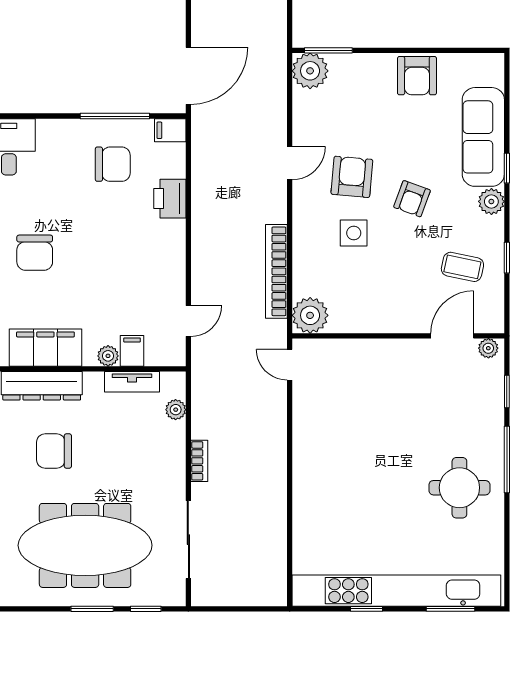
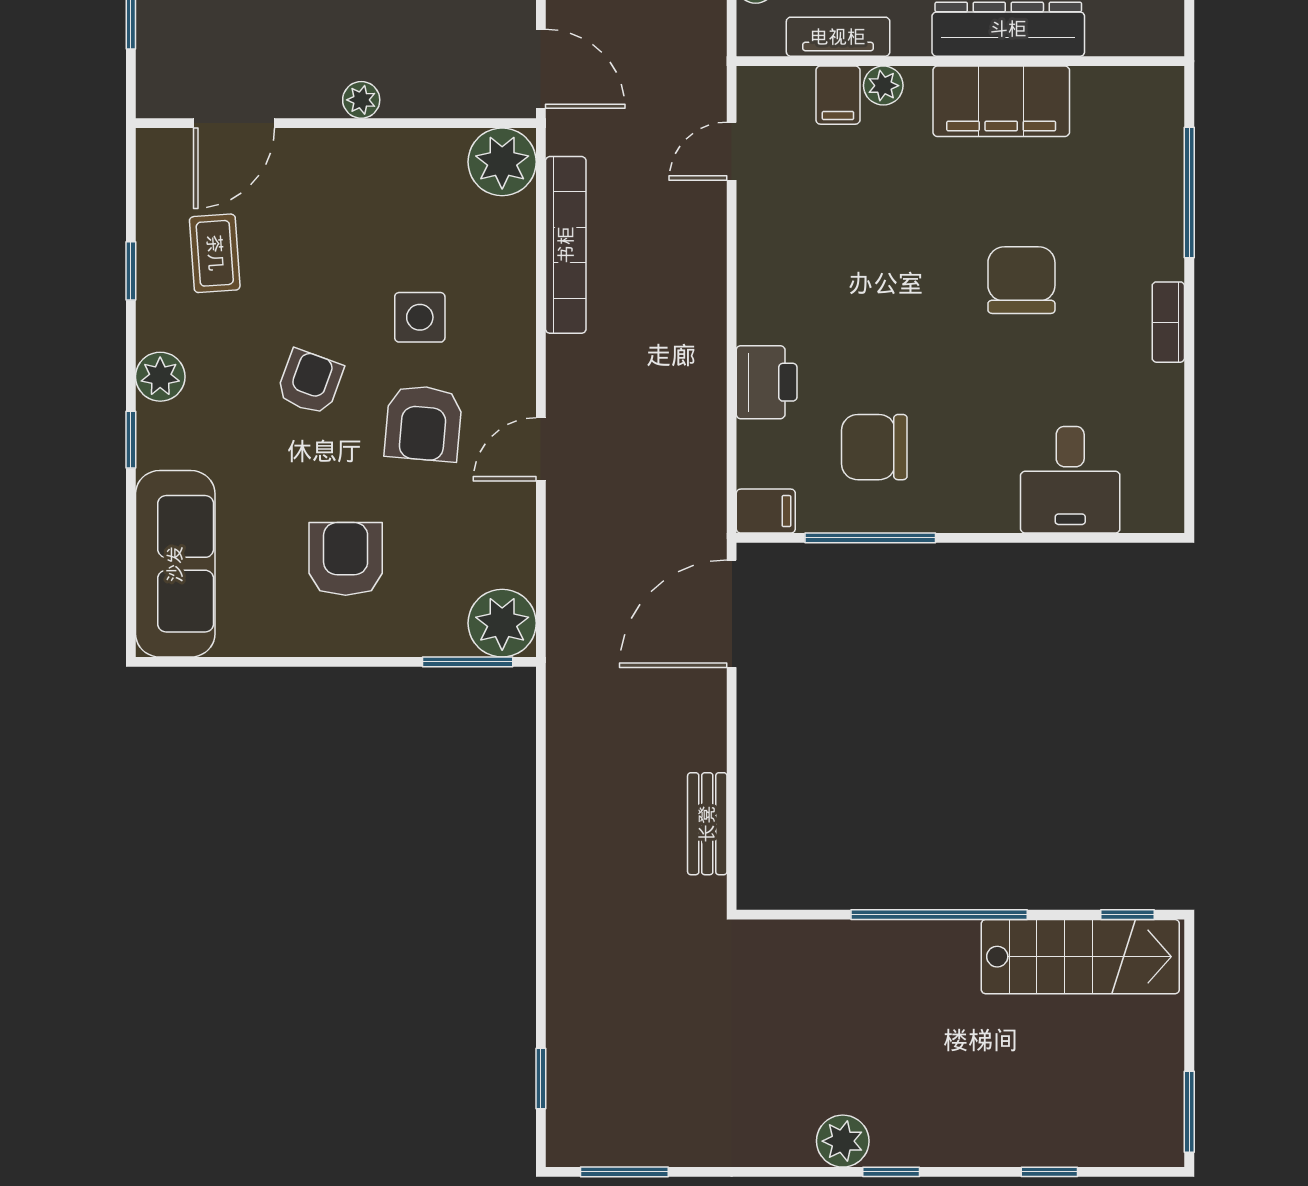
armchair: (417, 76) -> (346, 559), moved
sofa: (483, 137) -> (175, 564), moved
coffee table: (462, 267) -> (215, 253), turned 74
plant: (488, 348) -> (361, 100), moved
door: (290, 365) -> (541, 69), width x1.38

